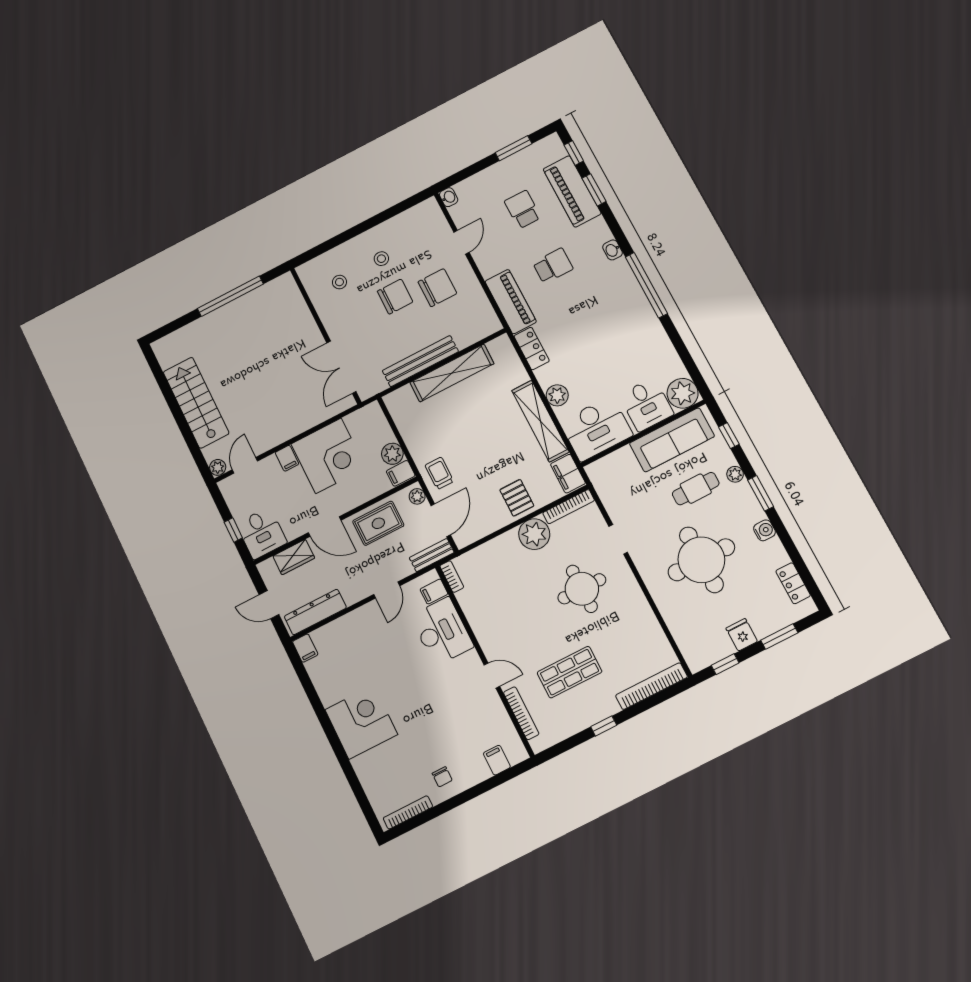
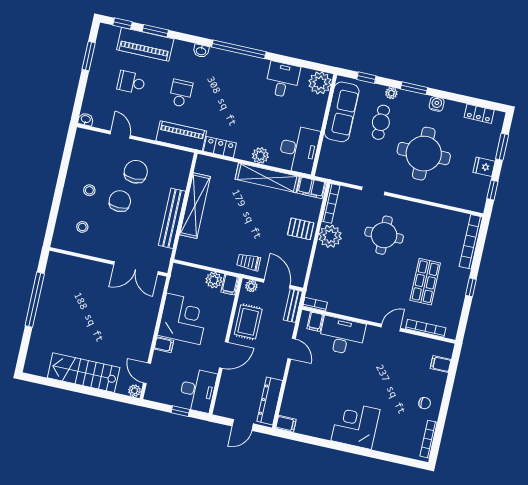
desk: (646, 405) -> (283, 80), moved, turned -90
desk: (262, 533) -> (198, 390), width x1.37
wardrobe: (294, 557) -> (227, 388), removed

